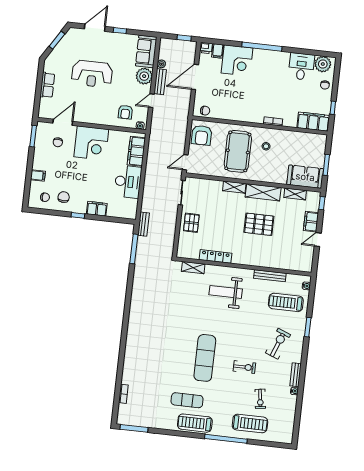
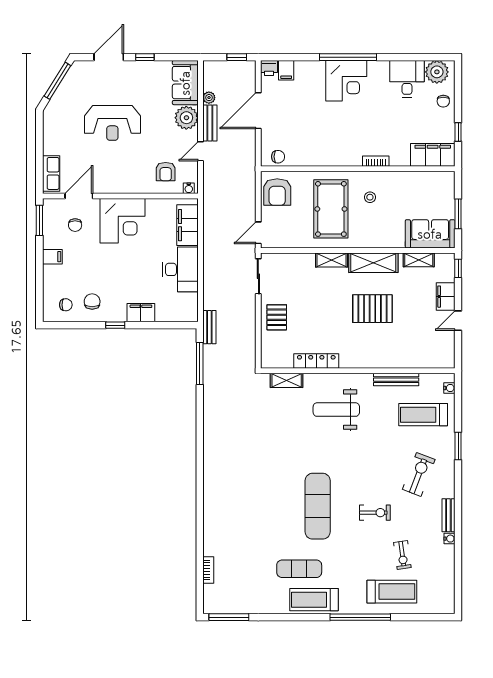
window: (57, 40) -> (57, 81), width x1.44
corner desk: (237, 61) -> (346, 81), moved
row of seats: (47, 85) -> (51, 173), moved
filing cabinet: (38, 176) -> (52, 257), moved

